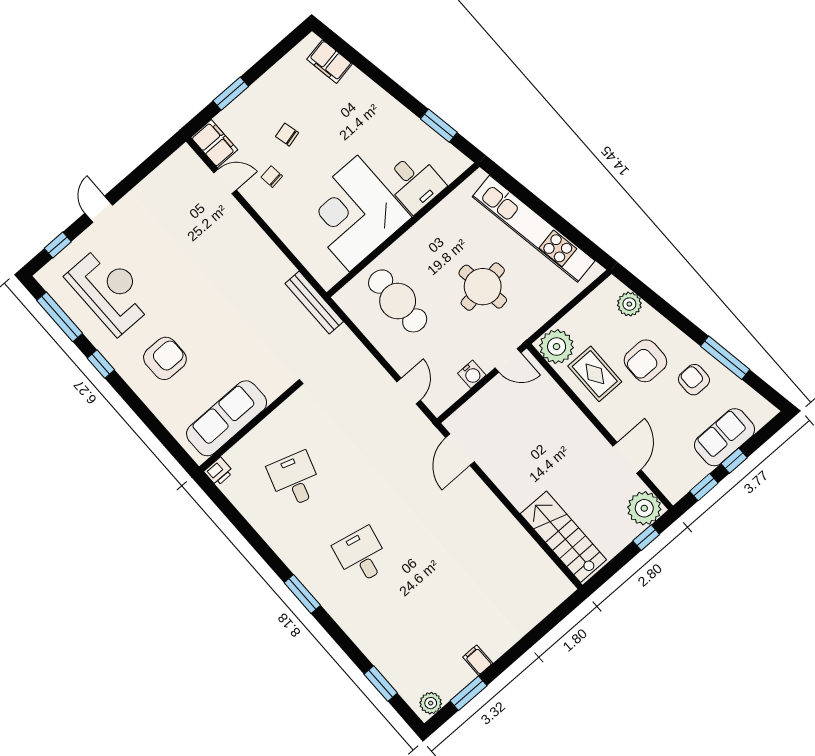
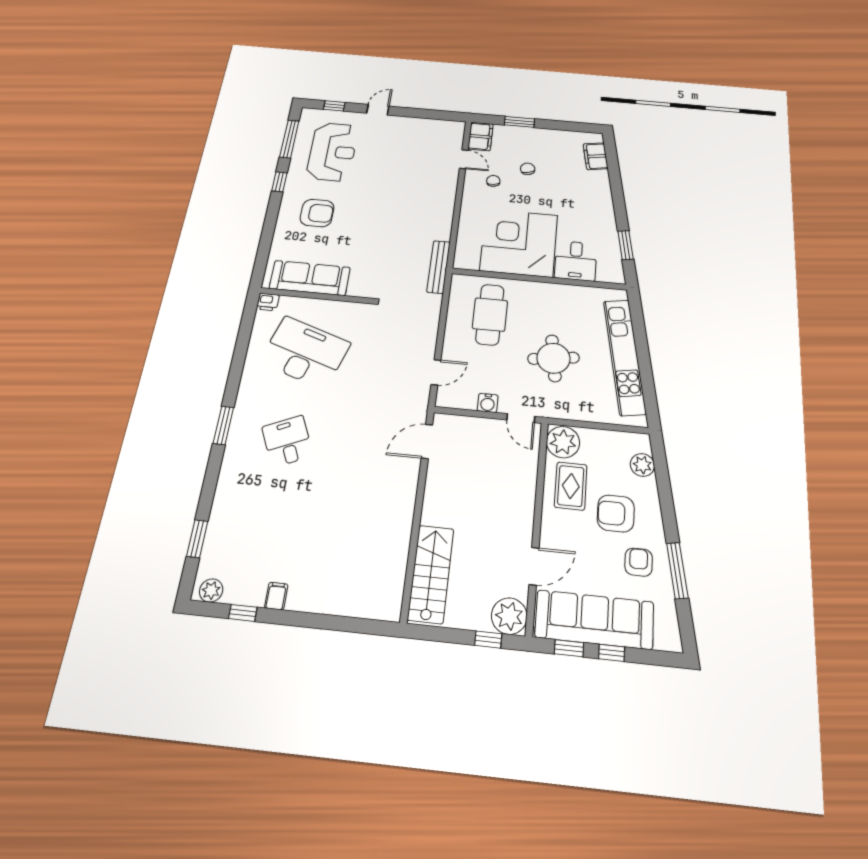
sofa: (725, 437) -> (594, 620), width x1.85, depth x1.27
desk: (295, 479) -> (305, 352), width x1.87, depth x1.30
desk: (361, 556) -> (287, 441), turned -36
window: (468, 693) -> (243, 613), width x0.67

